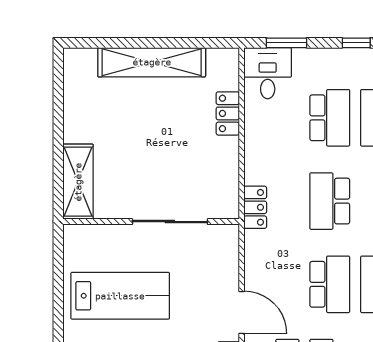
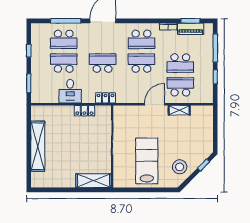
desk: (268, 73) -> (70, 91), moved, turned -90
locker: (228, 113) -> (84, 111), moved
school desk: (330, 201) -> (103, 63), turned 180

